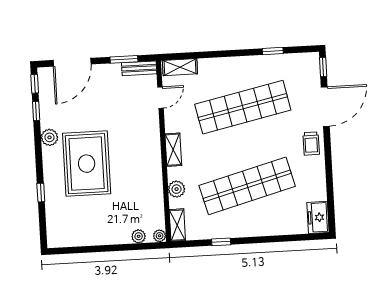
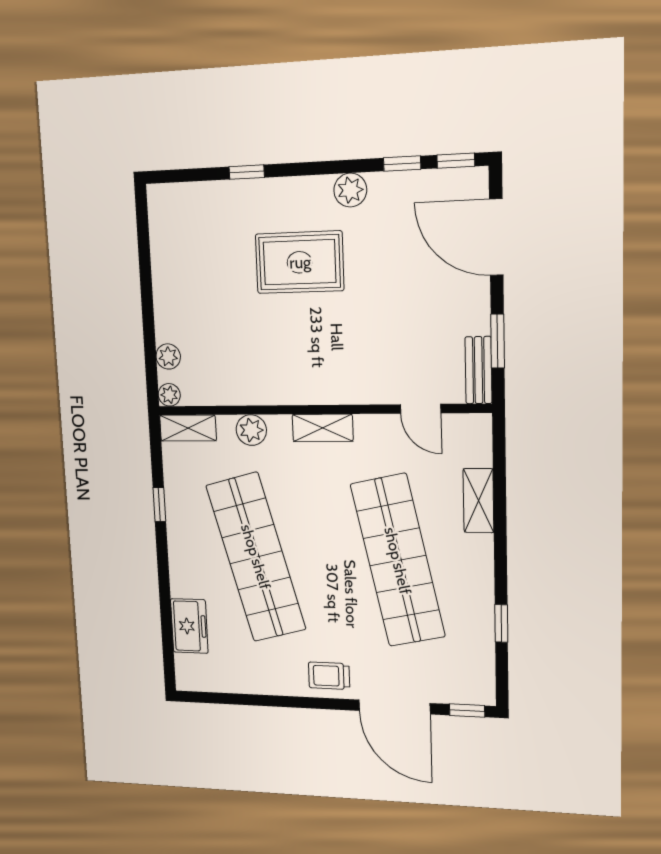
shelving: (180, 67) -> (478, 501), moved
rug: (87, 164) -> (300, 262), width x0.73, depth x0.69
freezer: (318, 217) -> (189, 626), moved, turned 90

